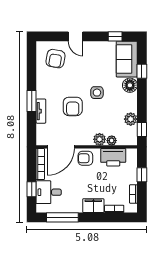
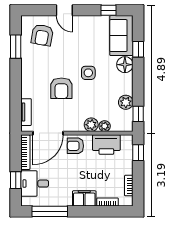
window: (32, 101) -> (16, 47), moved
tv unit: (41, 111) -> (26, 112), moved
window: (142, 175) -> (138, 153), moved

